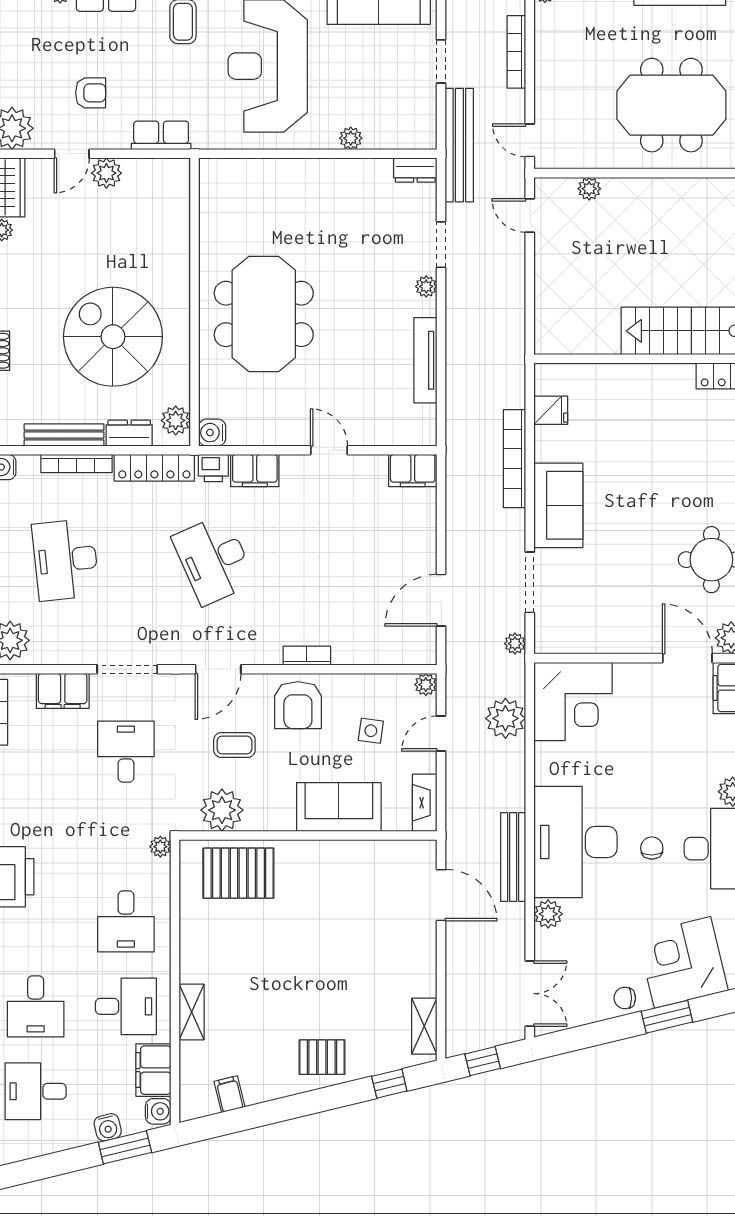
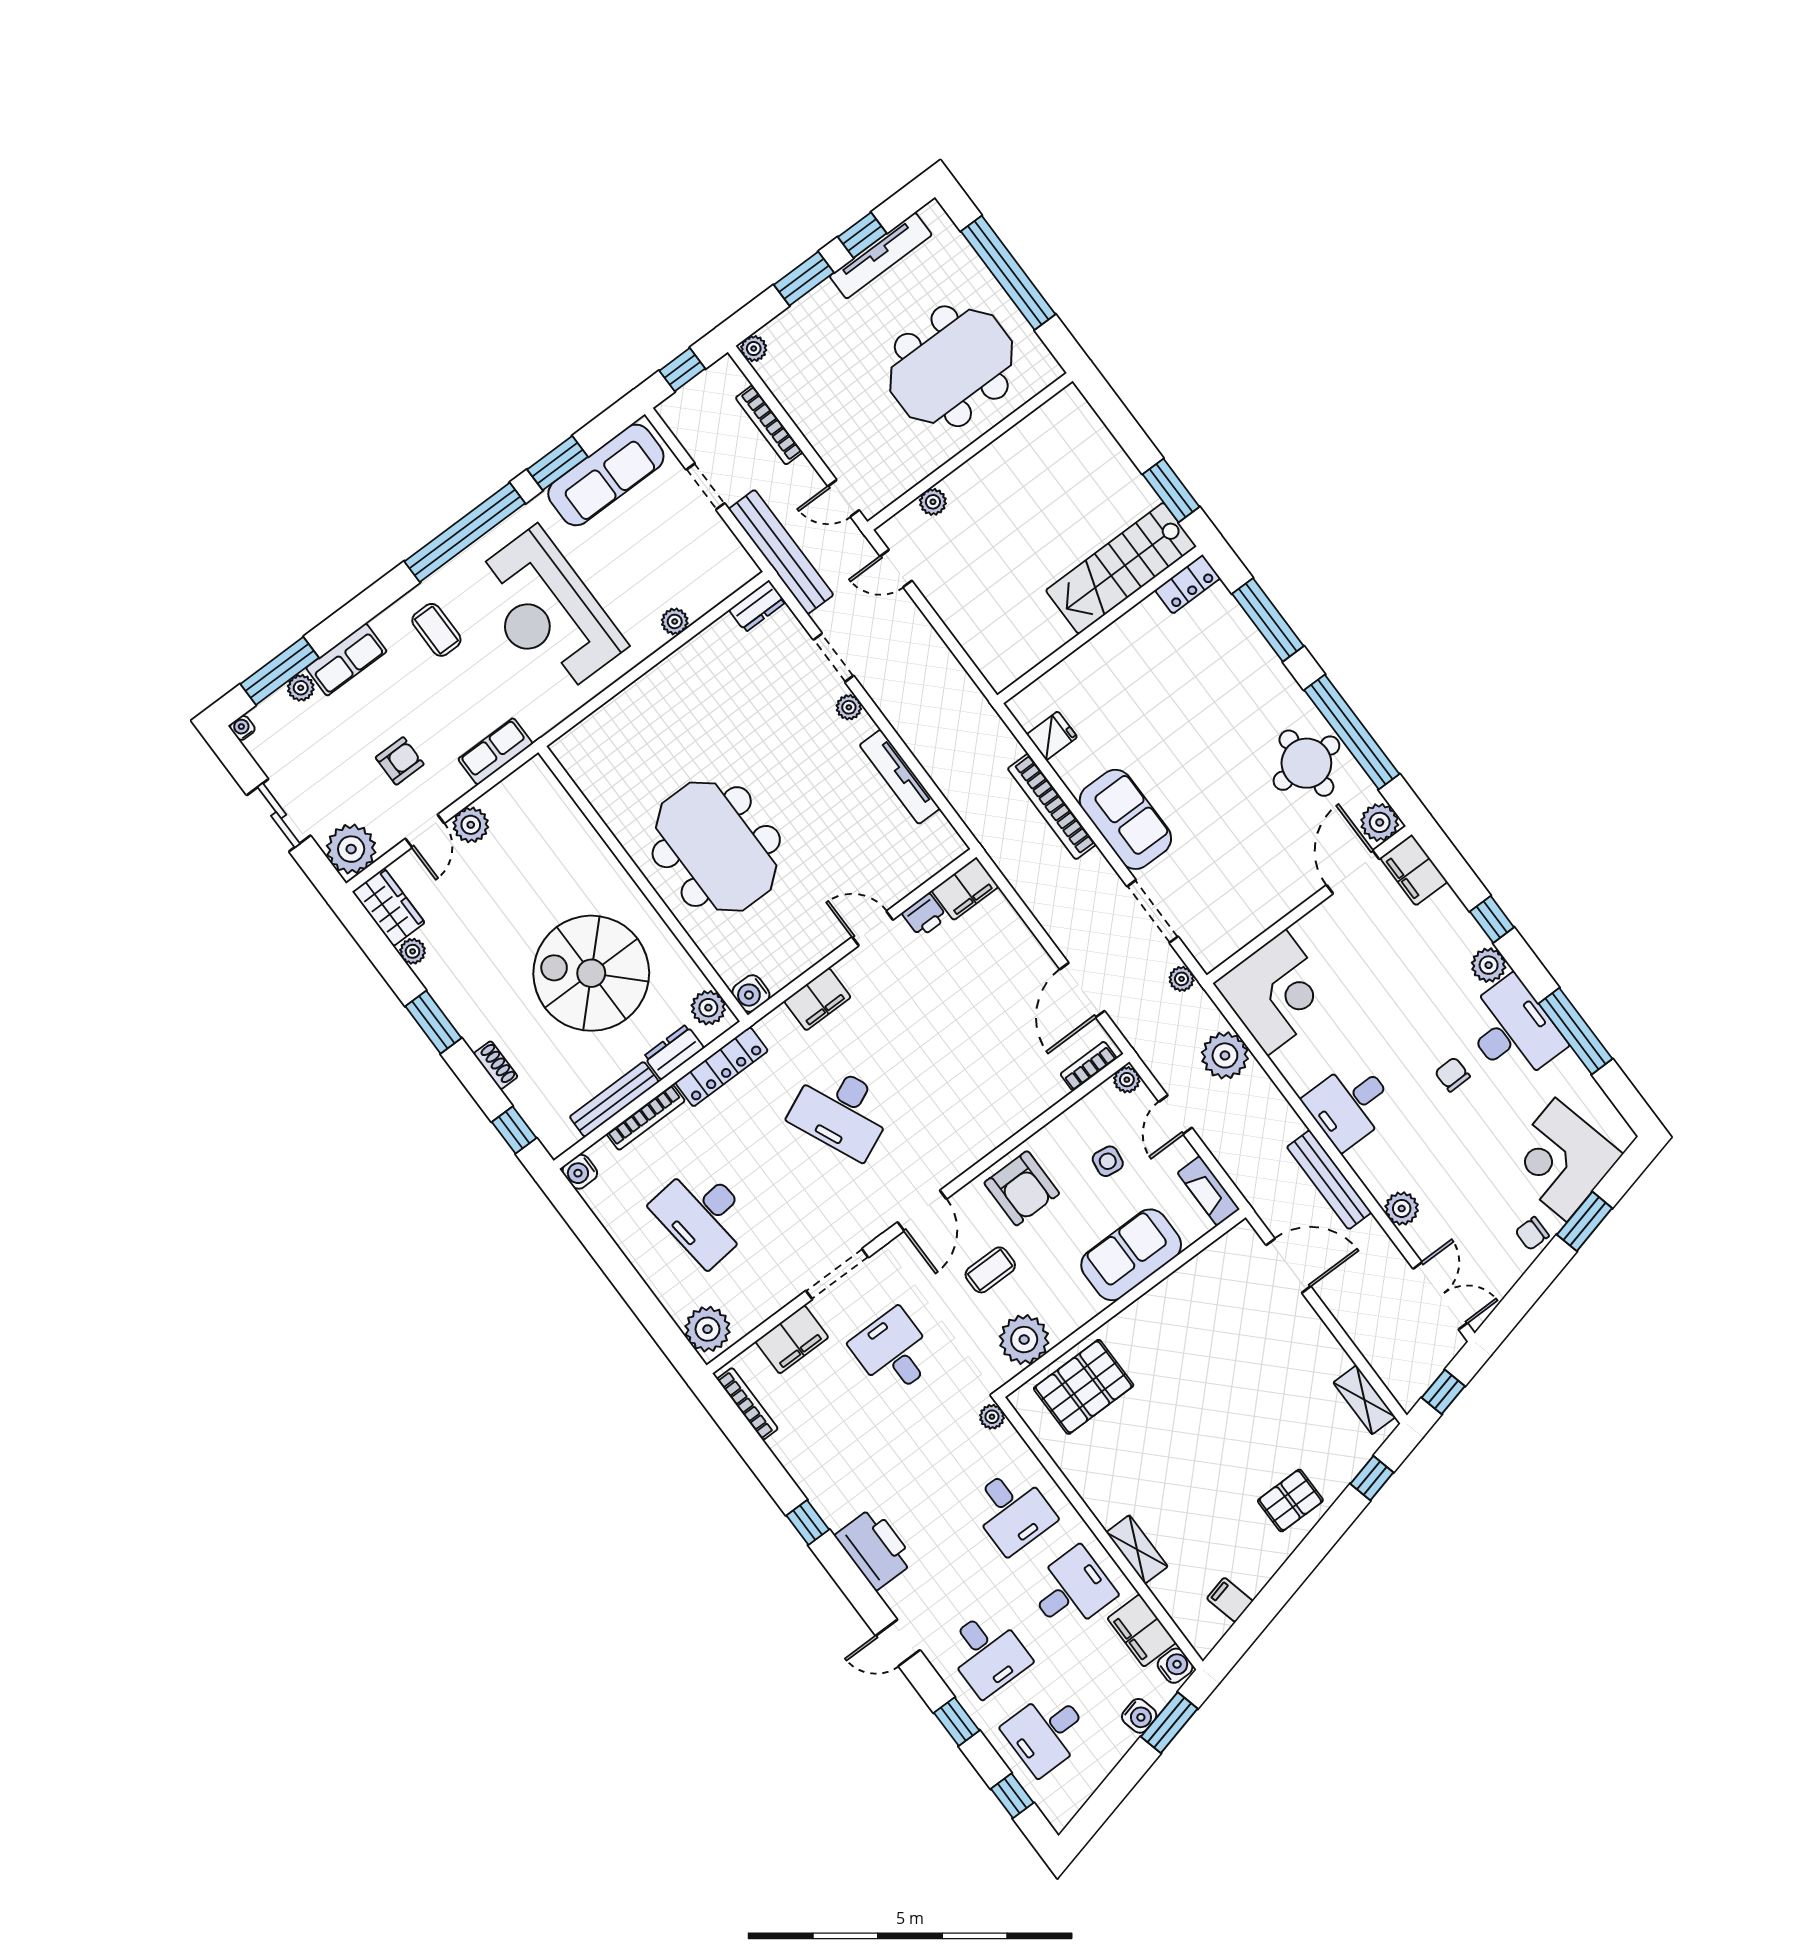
printer: (213, 468) -> (925, 915), moved
bookcase: (307, 656) -> (1089, 1066), moved
door: (687, 658) -> (1353, 872), hinge flipped
desk: (576, 842) -> (1350, 1105), width x0.53, depth x0.77

